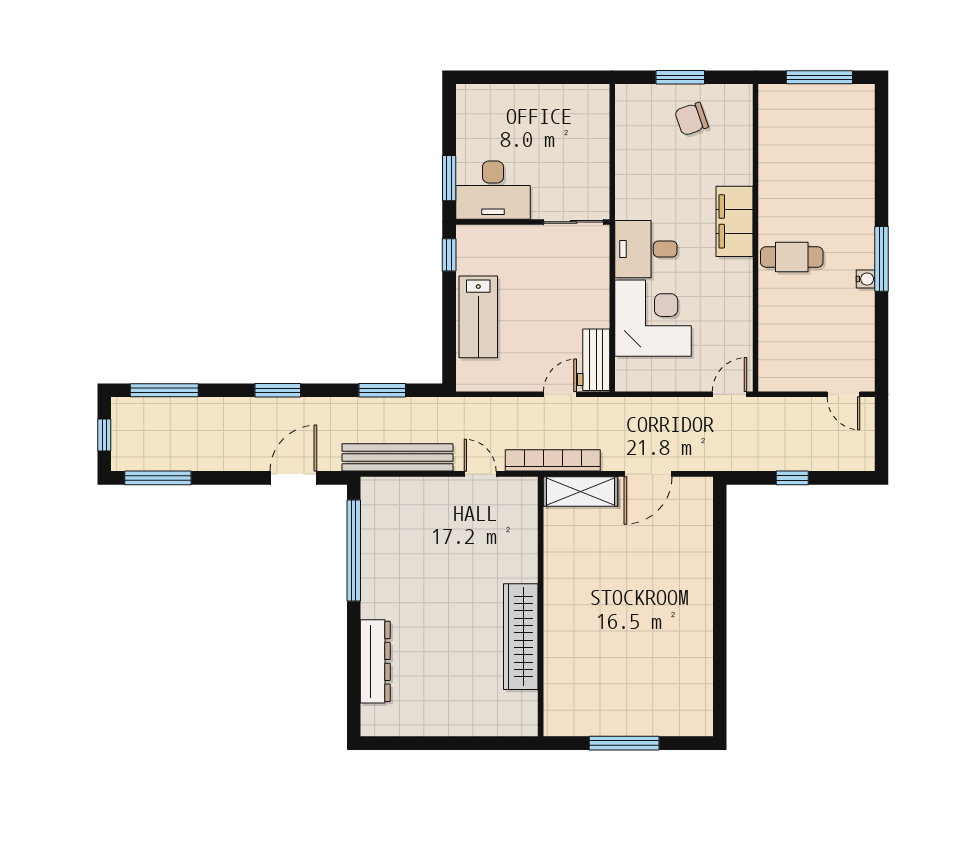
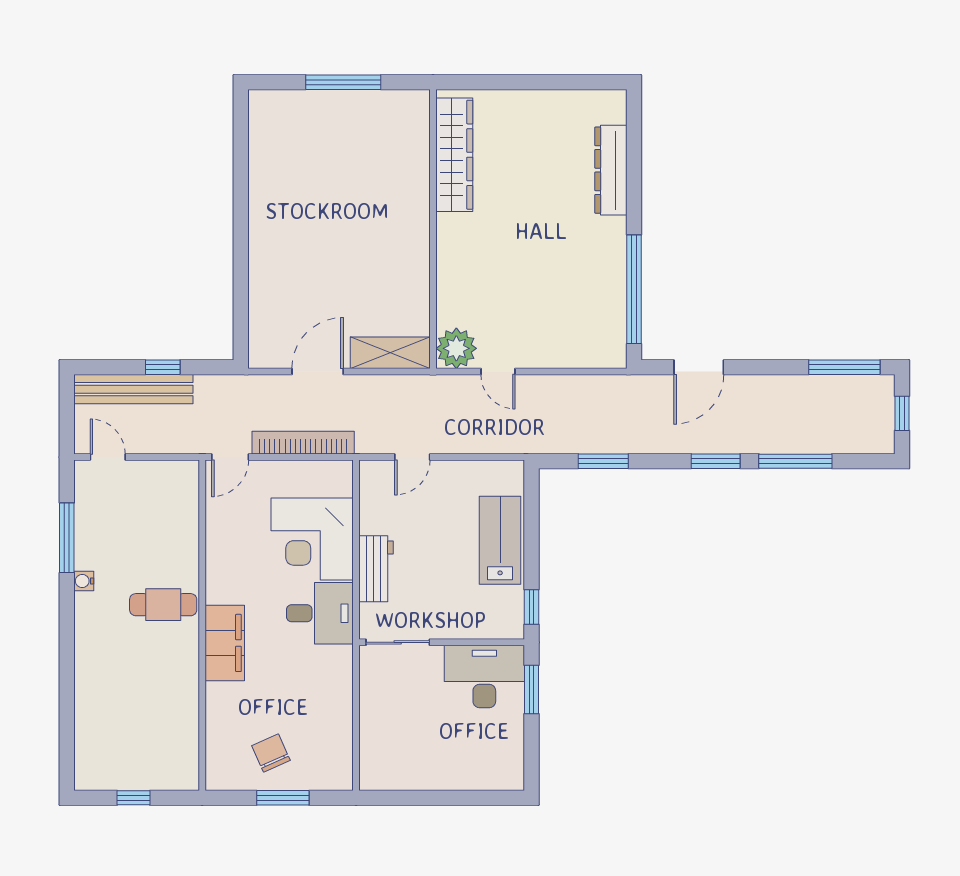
window: (819, 77) -> (133, 798), width x0.46
chair: (691, 119) -> (271, 753), turned -95
window: (881, 259) -> (67, 538), moved
workbench: (594, 360) -> (376, 569), moved
window: (164, 390) -> (795, 461), moved
bench: (398, 457) -> (133, 389), moved
bookcase: (553, 460) -> (303, 443), moved, turned 180
plant: (519, 495) -> (456, 348), added
wardrobe: (521, 637) -> (454, 155), moved

